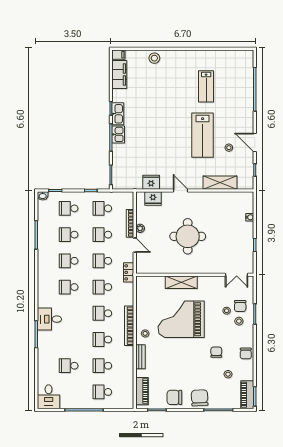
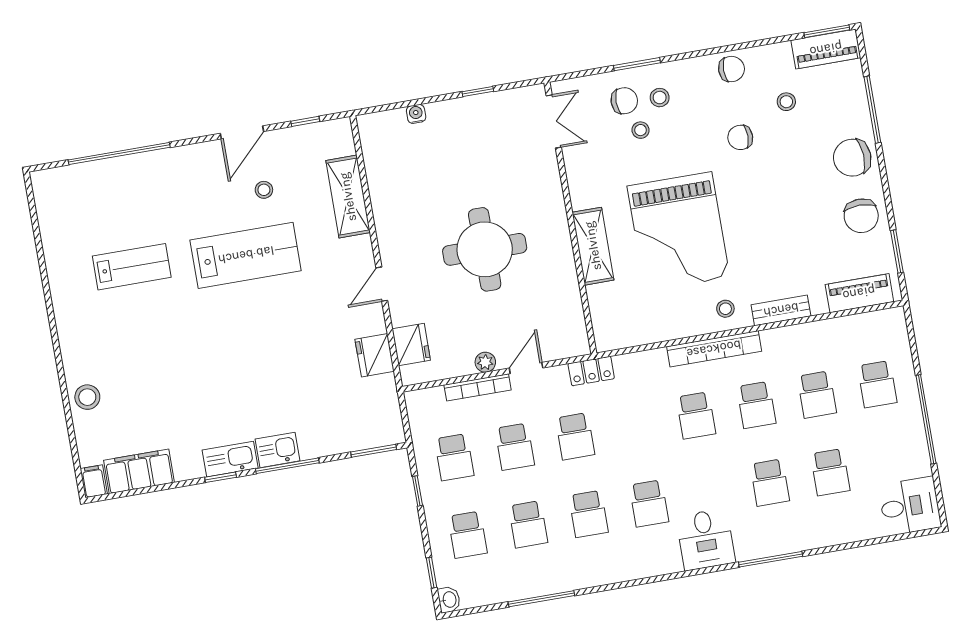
school desk: (102, 287) -> (770, 483), moved
desk: (49, 319) -> (706, 539), moved

